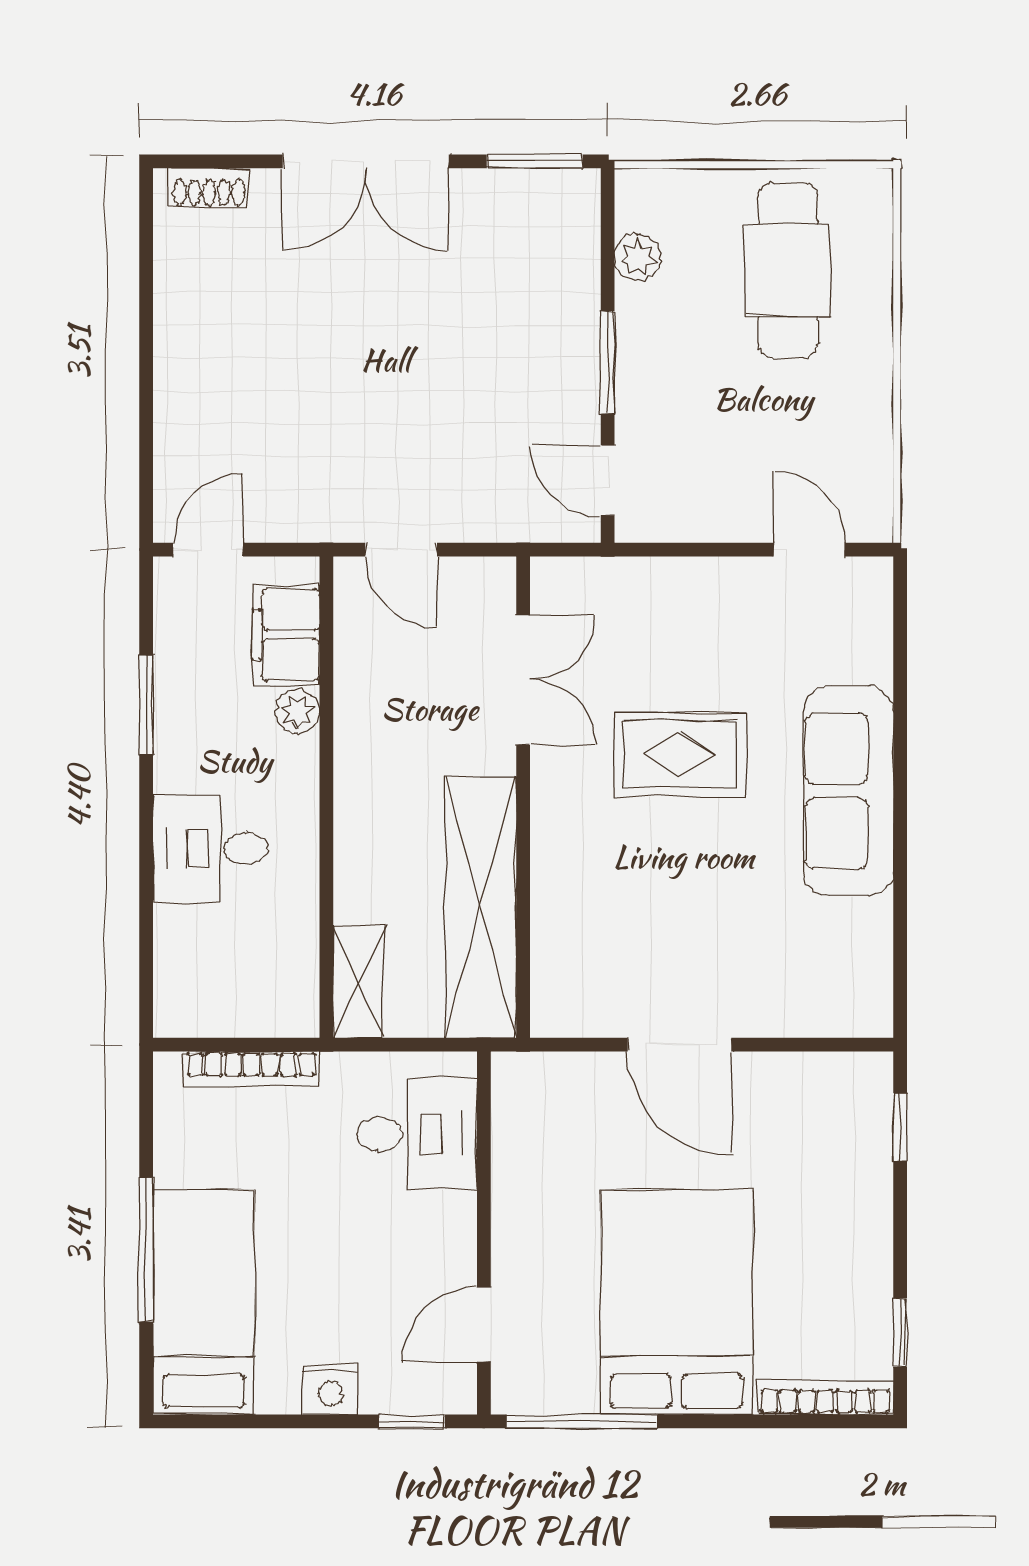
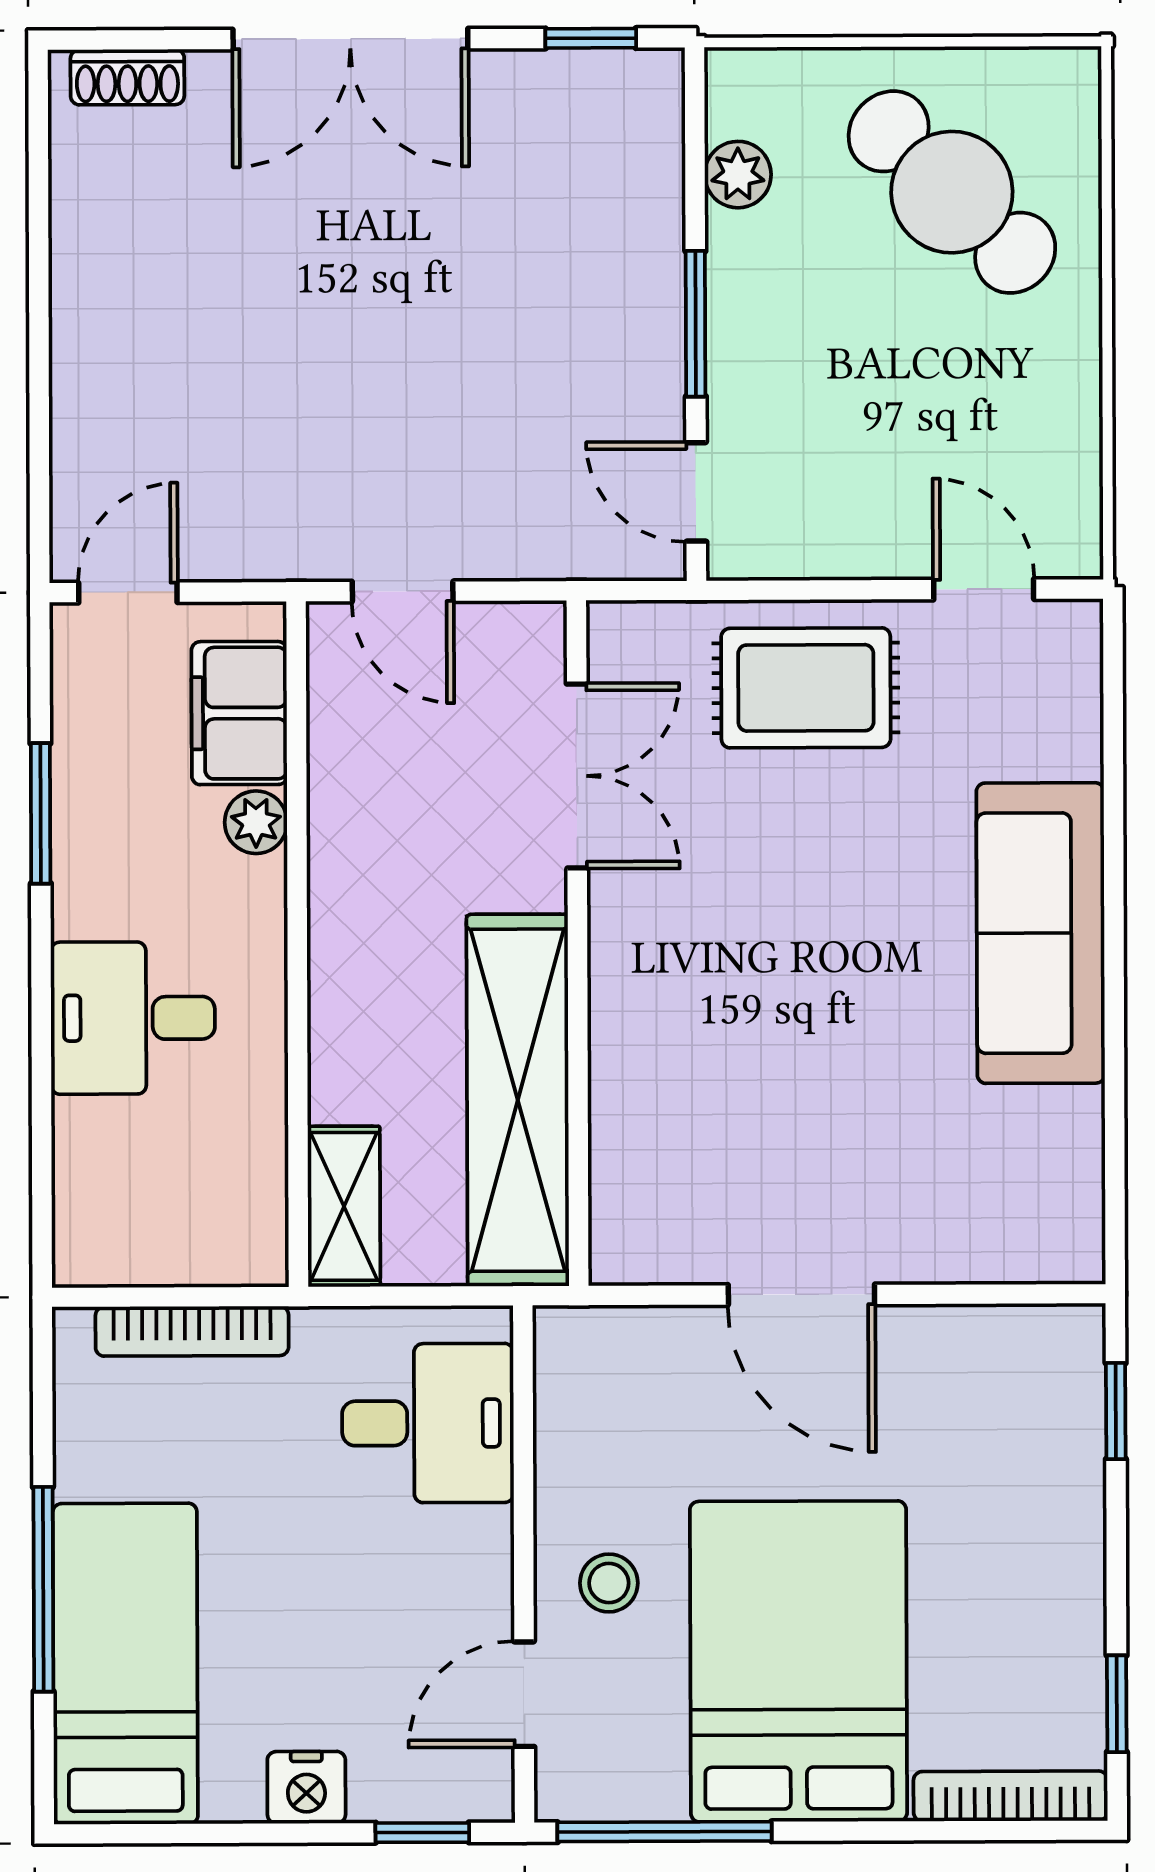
window: (535, 161) -> (591, 38), width x0.67
cafe table: (788, 270) -> (952, 192), turned -46
rug: (680, 755) -> (806, 688), moved
stool: (544, 1247) -> (609, 1583), added

